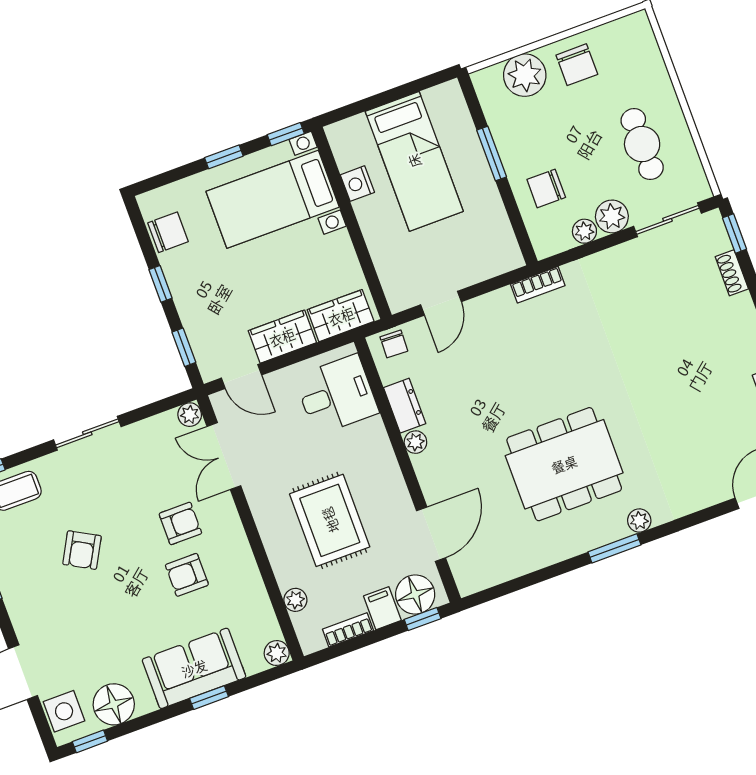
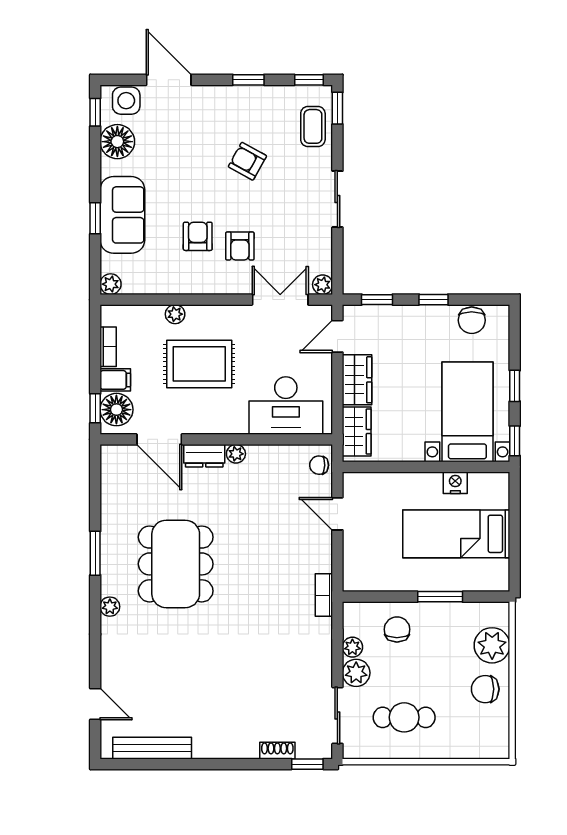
desk: (336, 395) -> (286, 406), width x1.37
dresser: (405, 406) -> (204, 456), moved
window: (614, 548) -> (95, 553), moved
plant: (295, 600) -> (175, 314), moved

